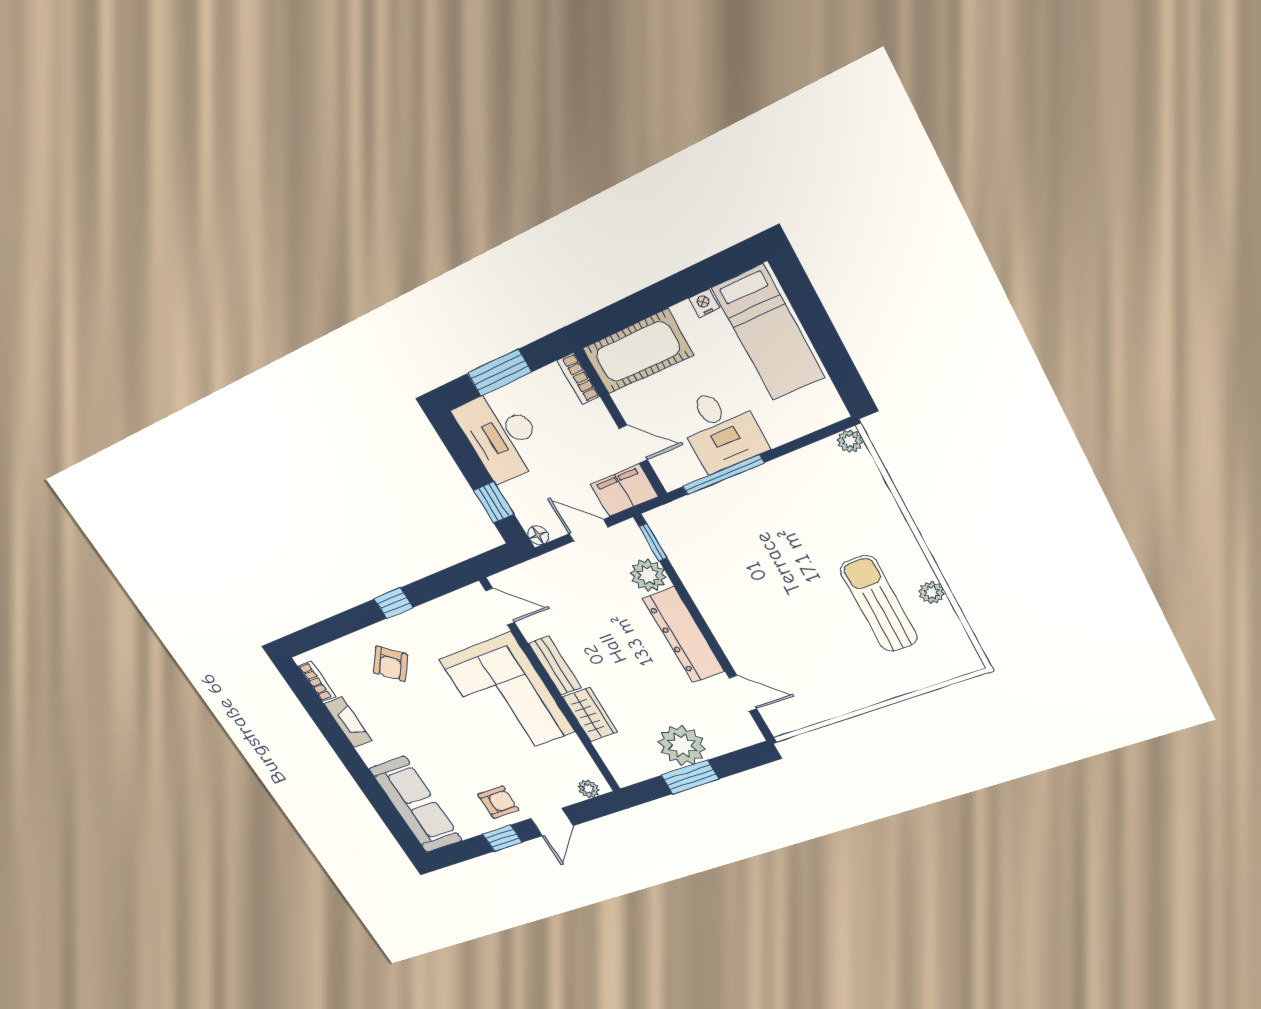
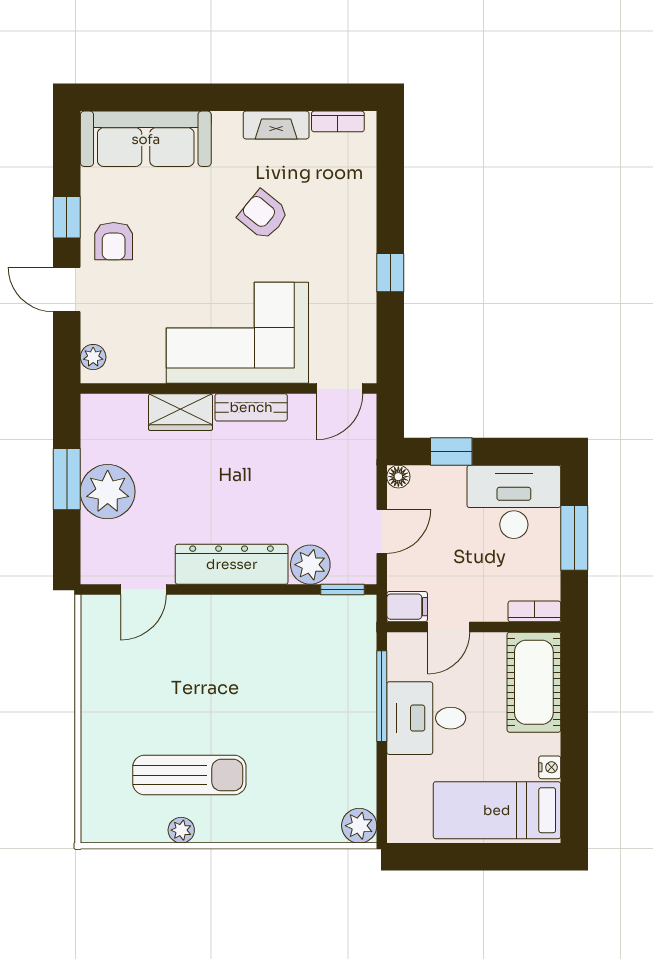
plant: (850, 441) -> (359, 826), width x1.38, depth x1.38
filing cabinet: (624, 490) -> (407, 607), width x0.50
armchair: (391, 664) -> (263, 215), moved

